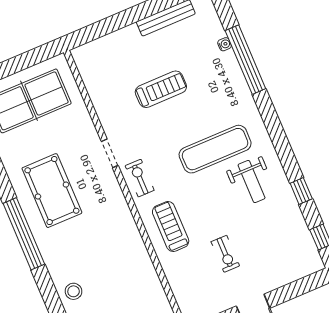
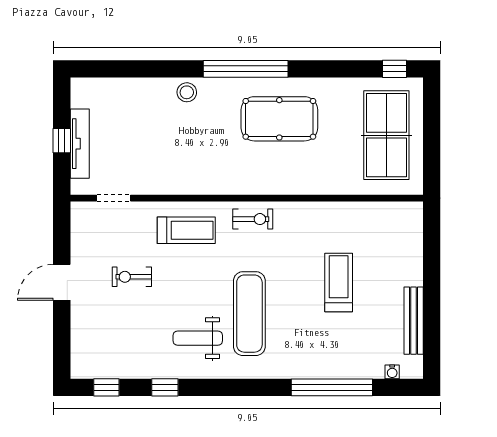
water cooler: (225, 44) -> (392, 372), moved
treadmill: (161, 89) -> (339, 283), turned 180
doorway: (110, 153) -> (114, 198), moved
stool: (74, 291) -> (187, 92), moved

